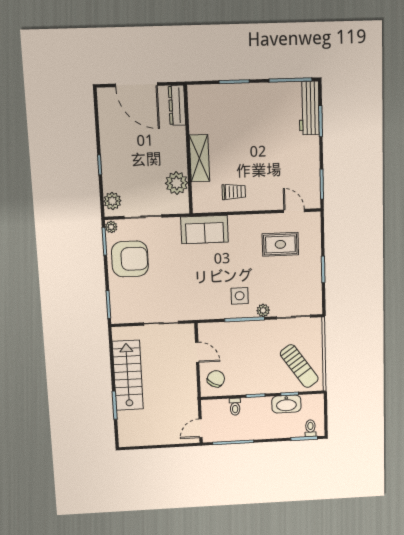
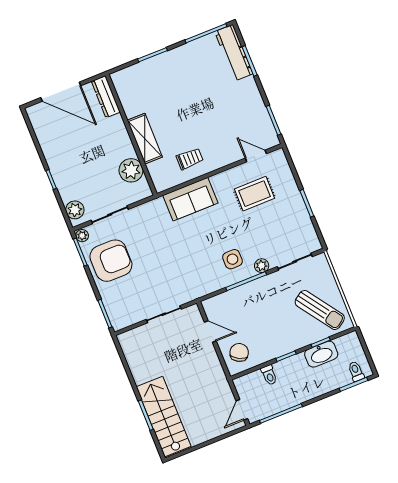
sofa: (204, 230) -> (190, 199), moved
stairs: (128, 375) -> (164, 417), moved

